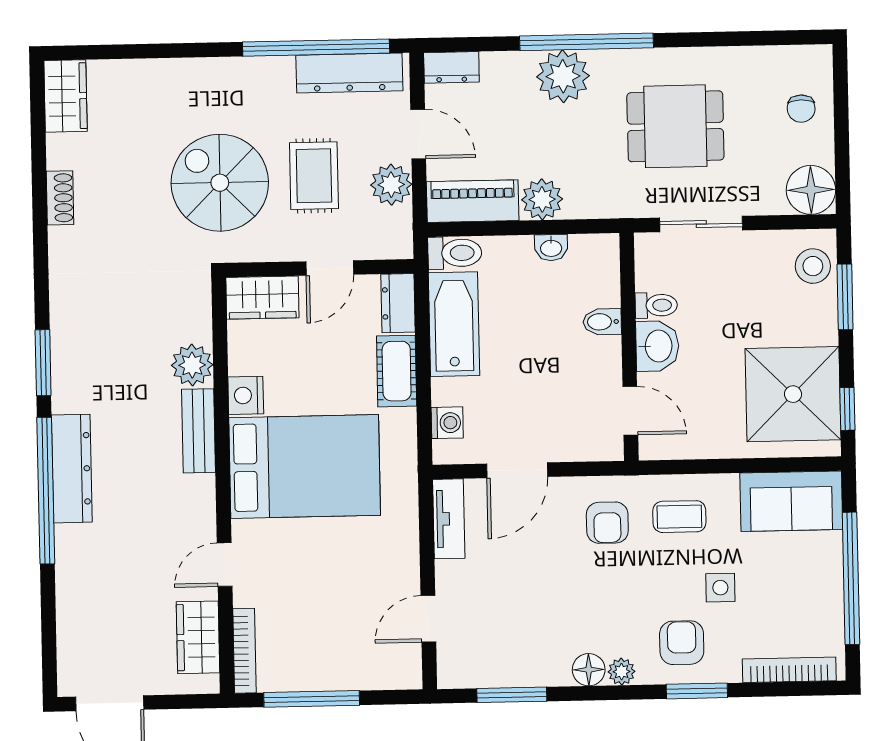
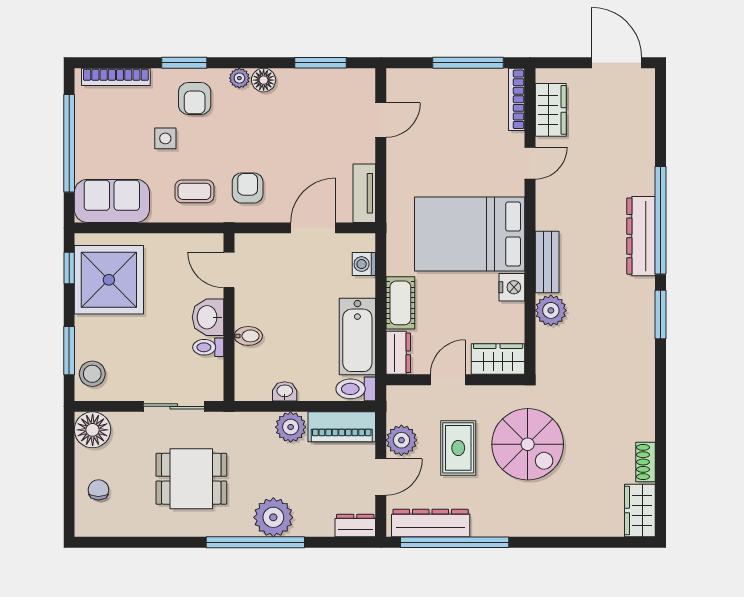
door: (418, 134) -> (381, 477), swing flipped
shoe rack: (60, 198) -> (646, 462), moved

